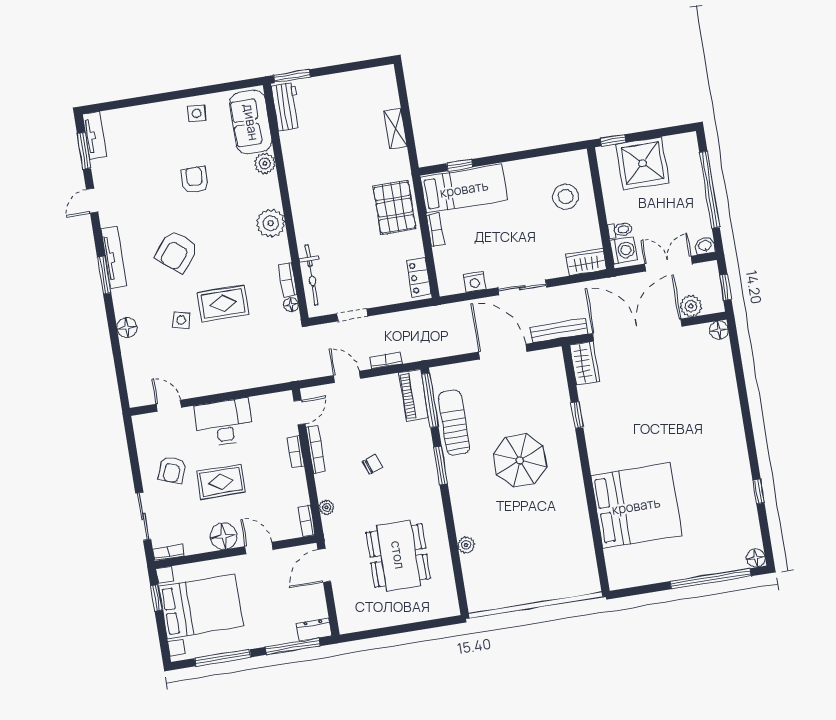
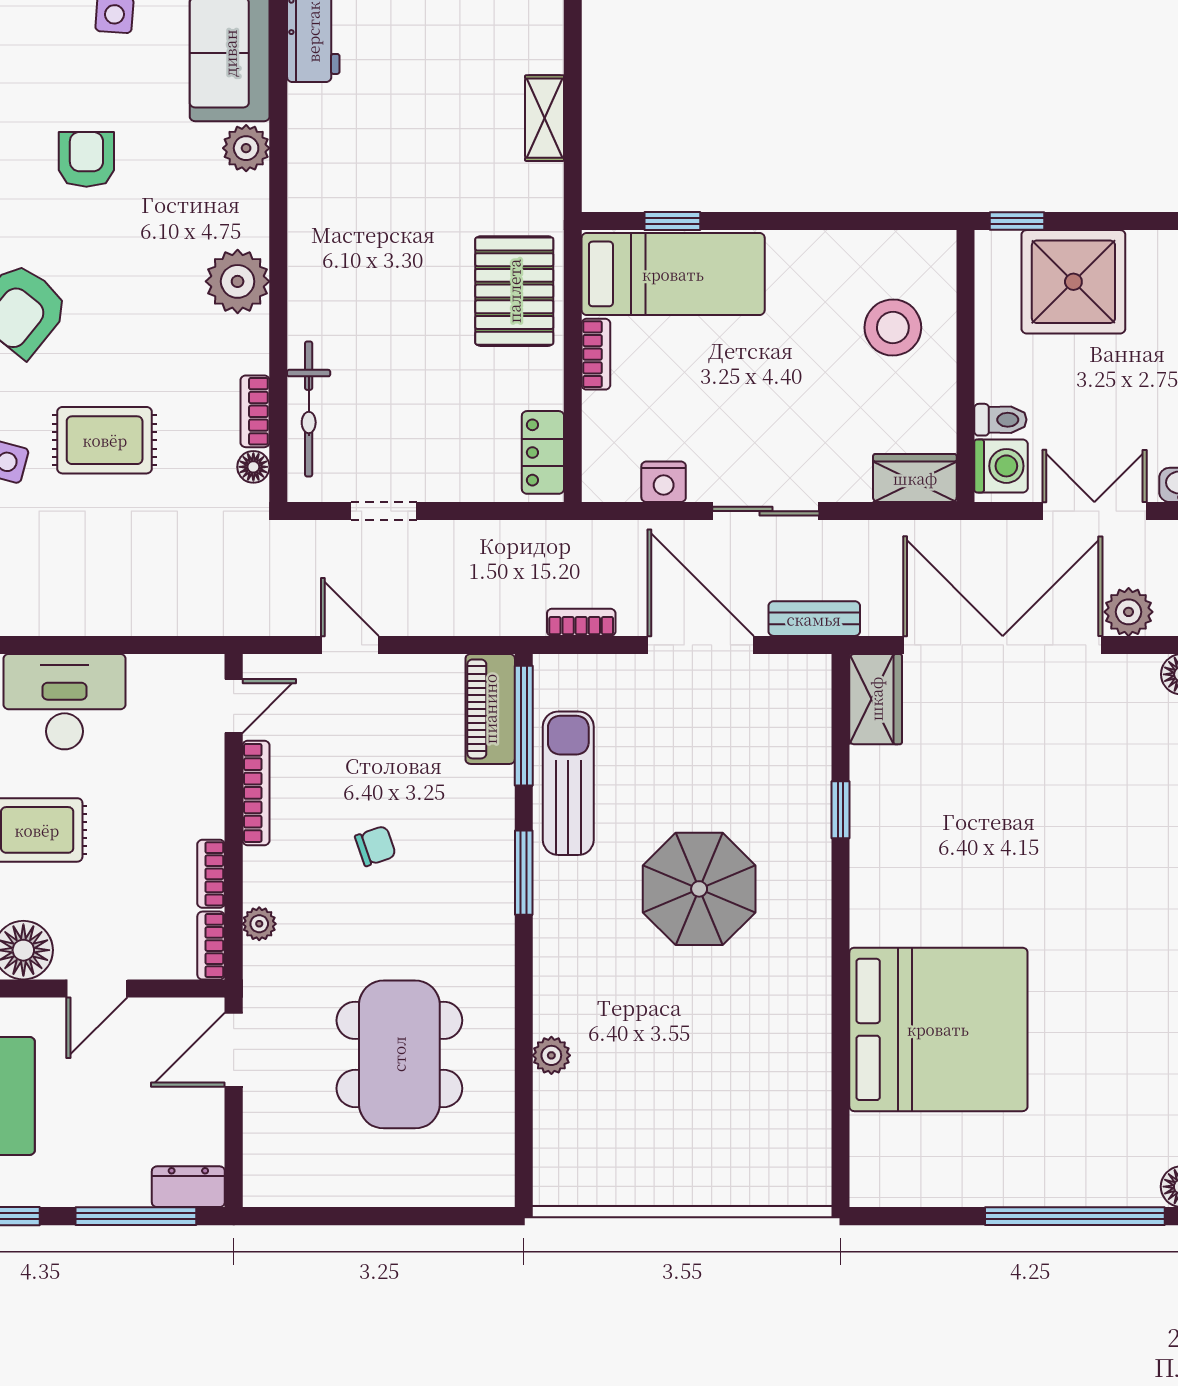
bench: (559, 331) -> (814, 619), width x0.73
bookcase: (386, 360) -> (581, 622), moved
bookcase: (296, 452) -> (211, 874), moved
door: (259, 548) -> (97, 989), swing flipped

